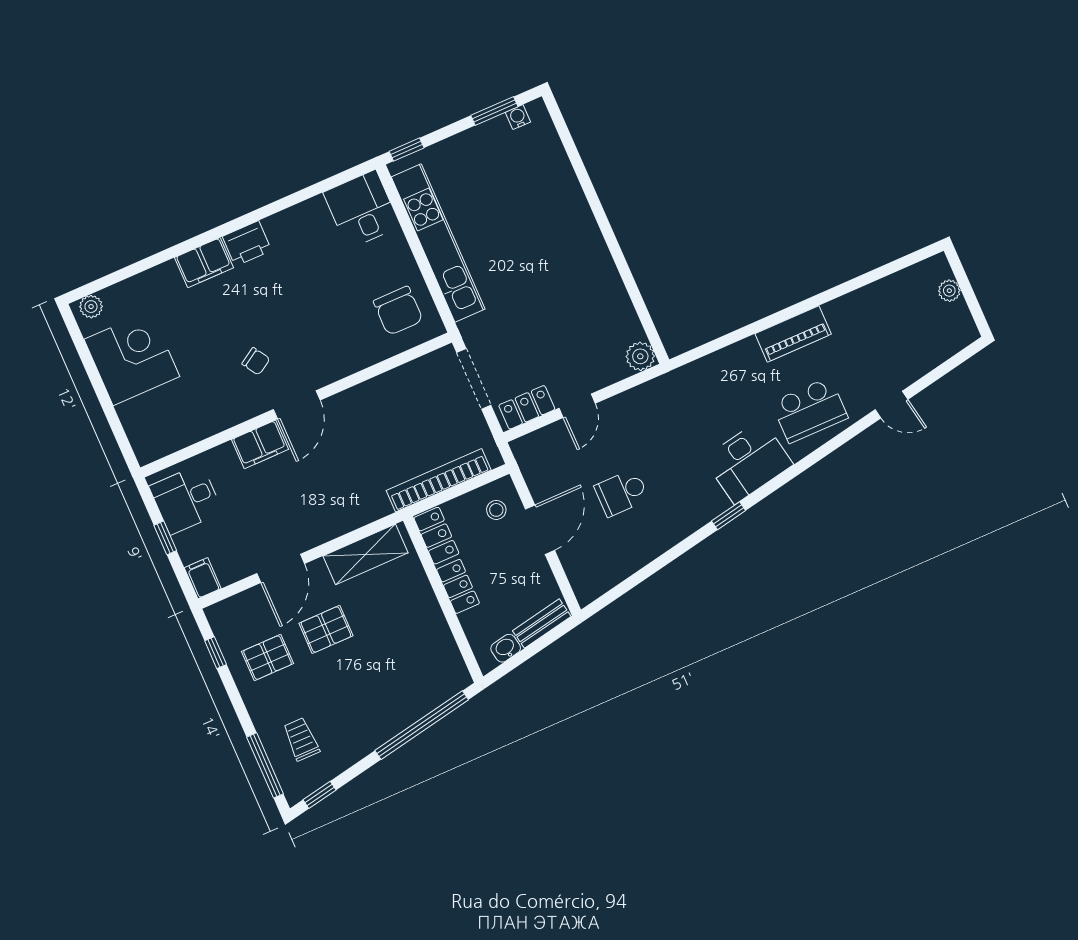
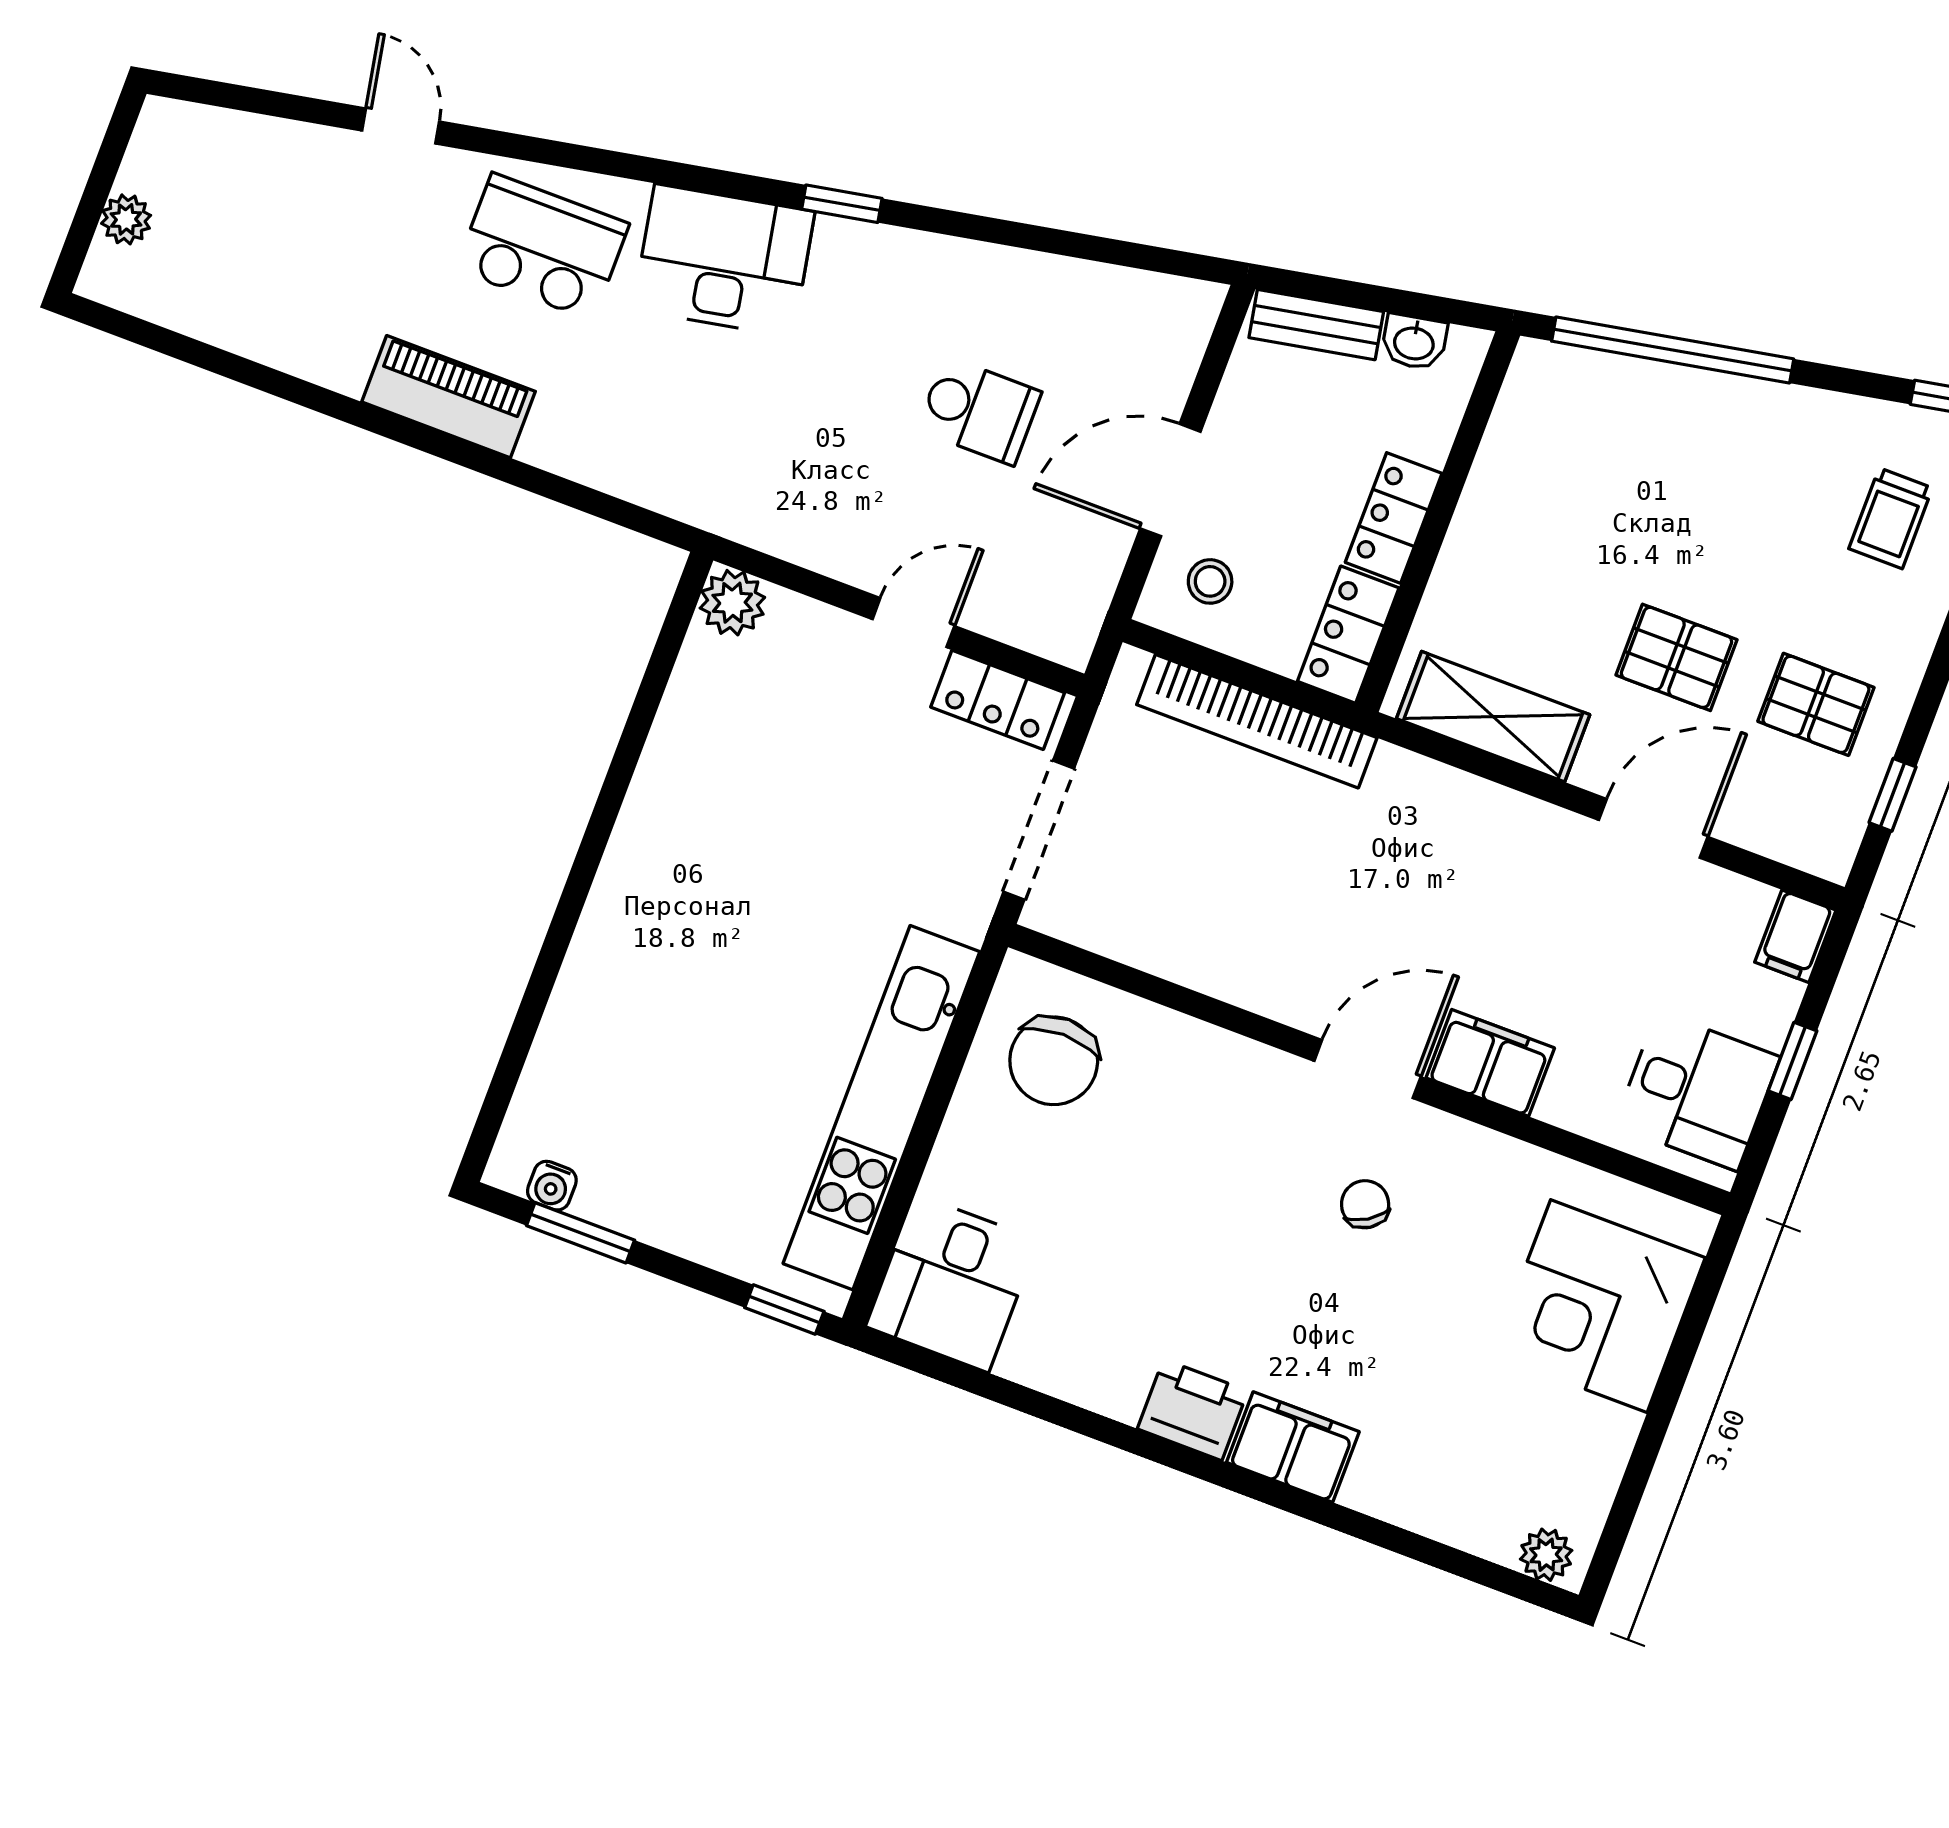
chair: (398, 311) -> (1054, 1061), turned 180
corner desk: (132, 358) -> (1599, 1306), moved

